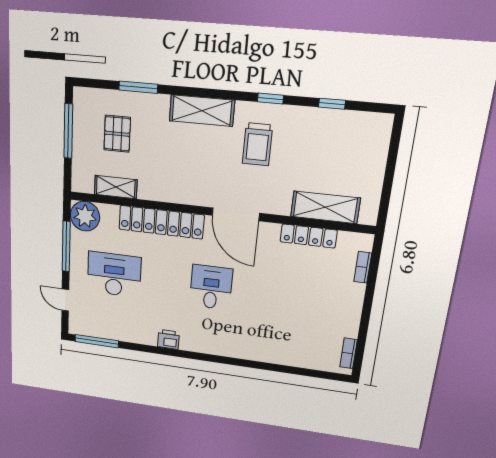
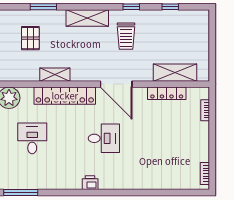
shelving: (116, 187) -> (55, 75), moved
desk: (114, 275) -> (32, 138), width x0.73
desk: (211, 287) -> (104, 138), turned 90
printer: (168, 339) -> (90, 183), moved

